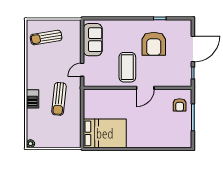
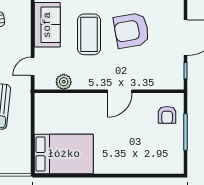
armchair: (154, 44) -> (131, 30), turned 80
coffee table: (127, 67) -> (89, 34), moved
plant: (105, 81) -> (64, 82), added

